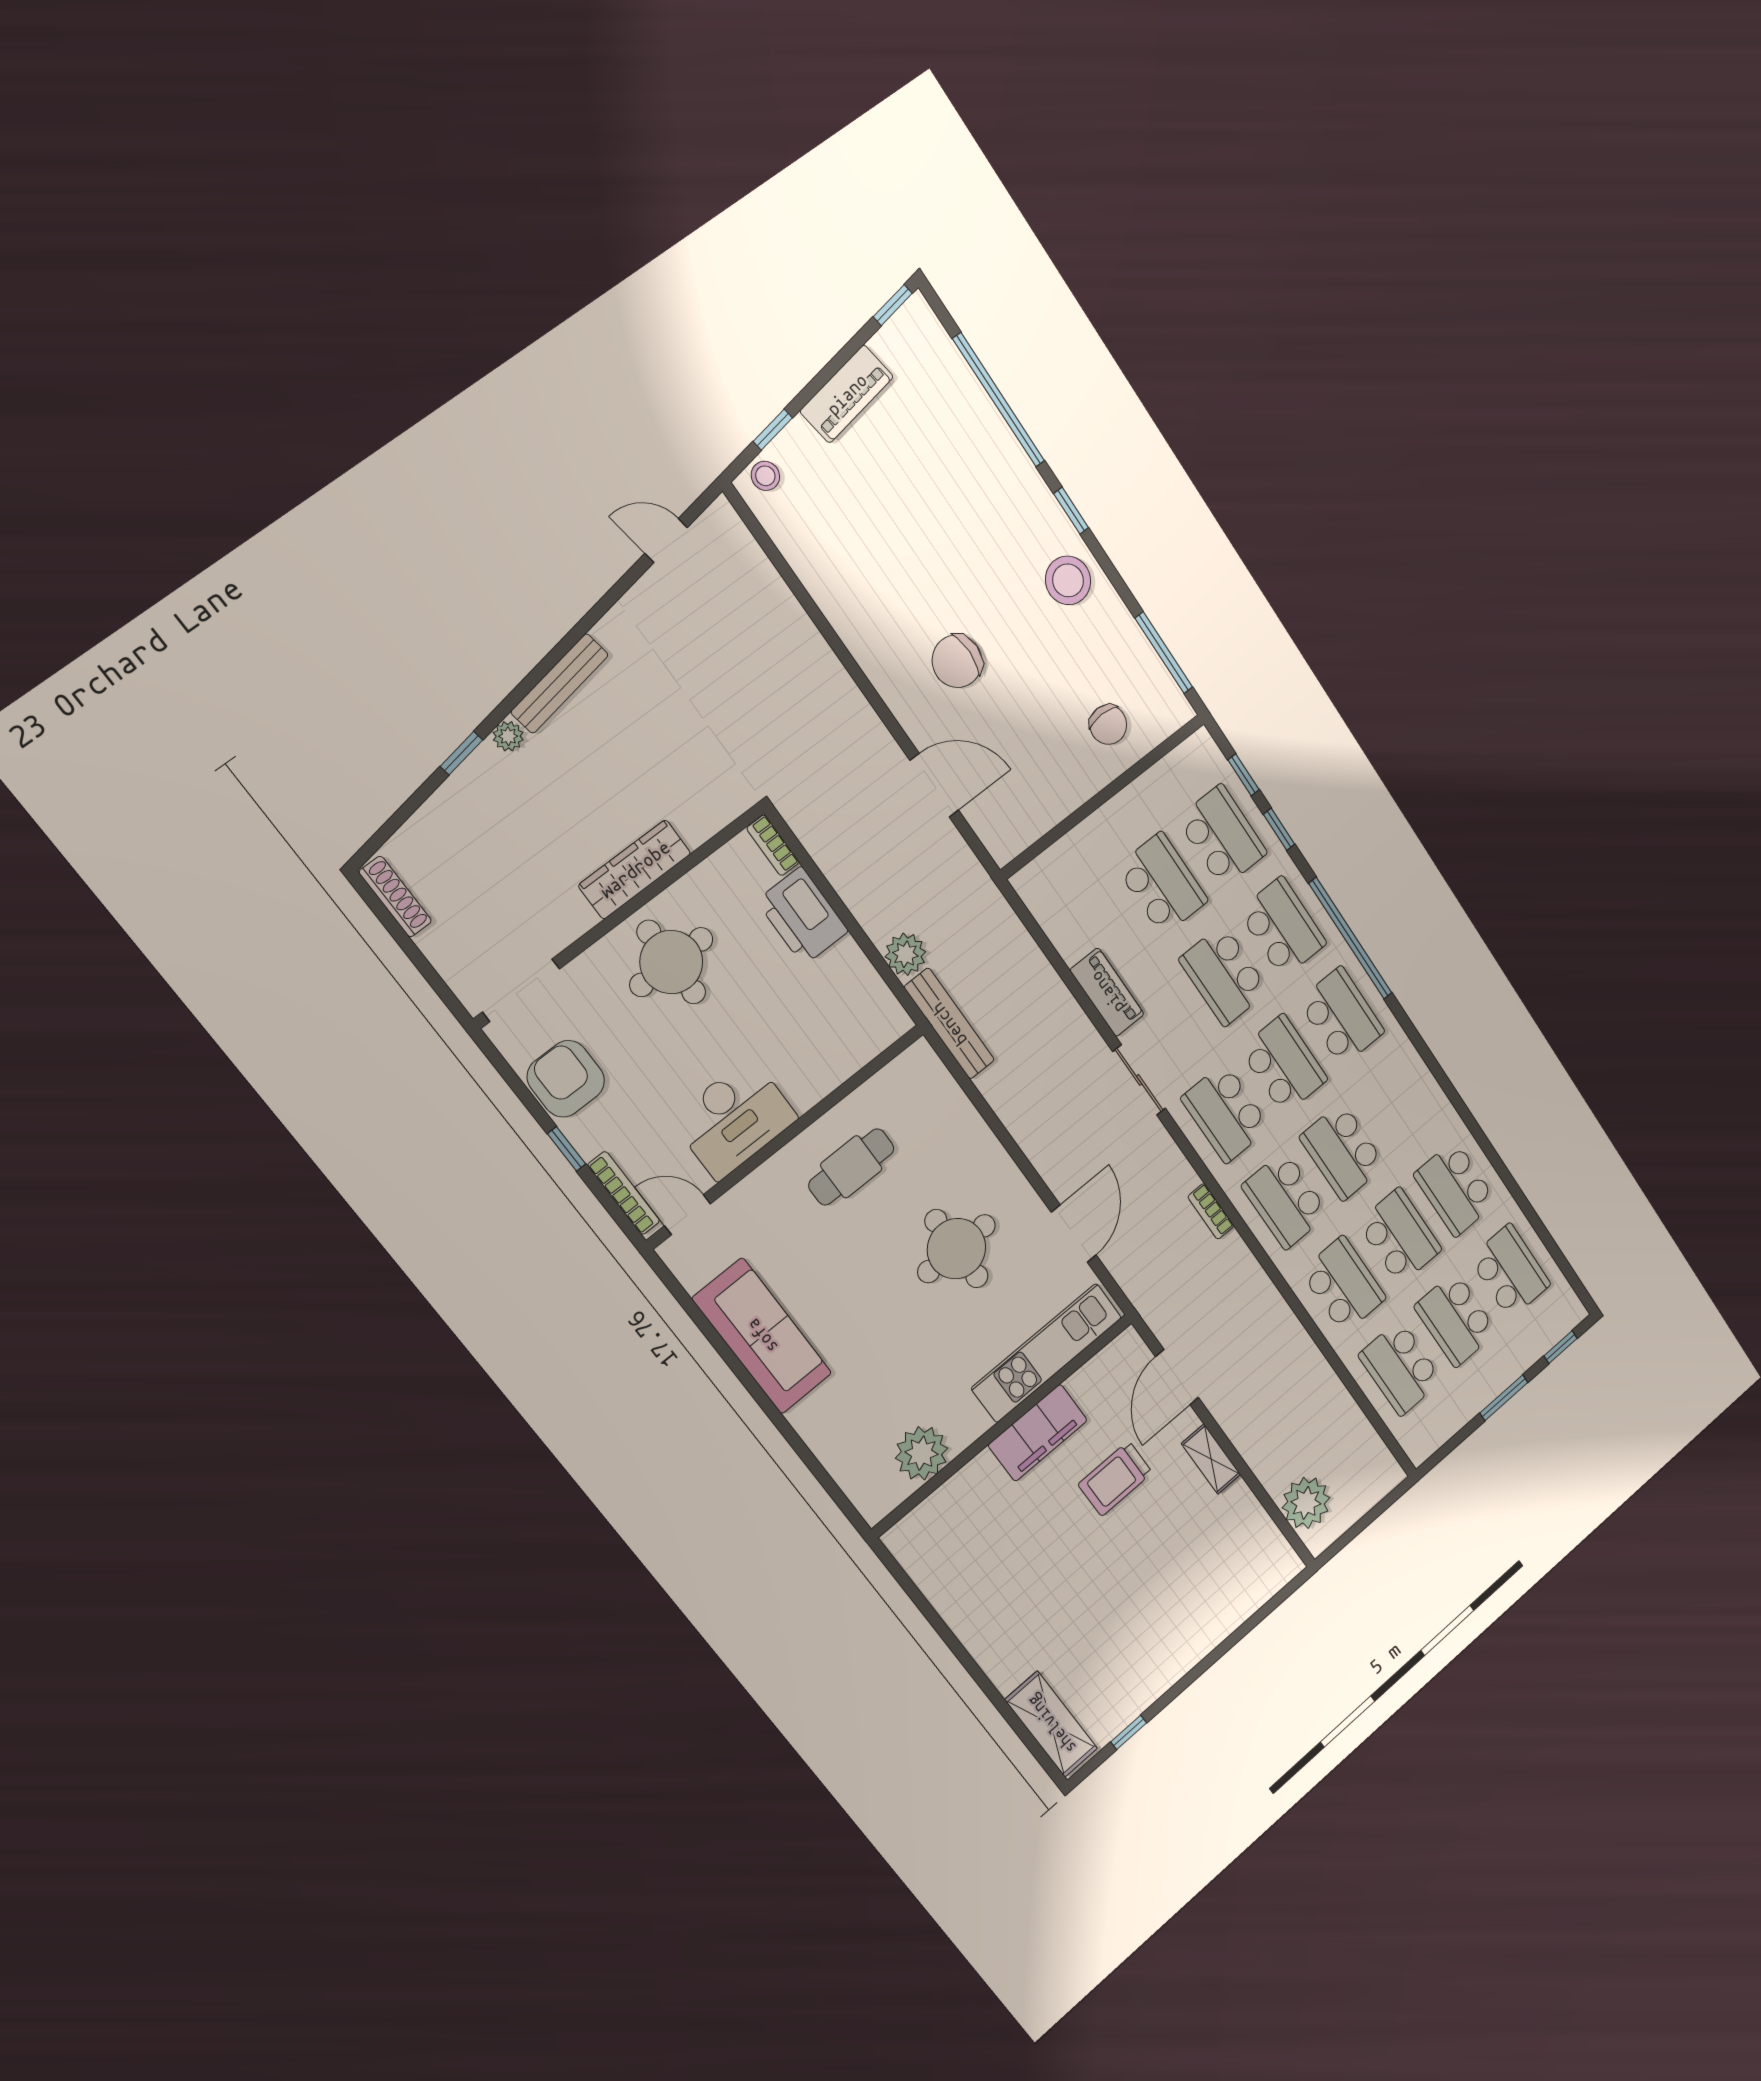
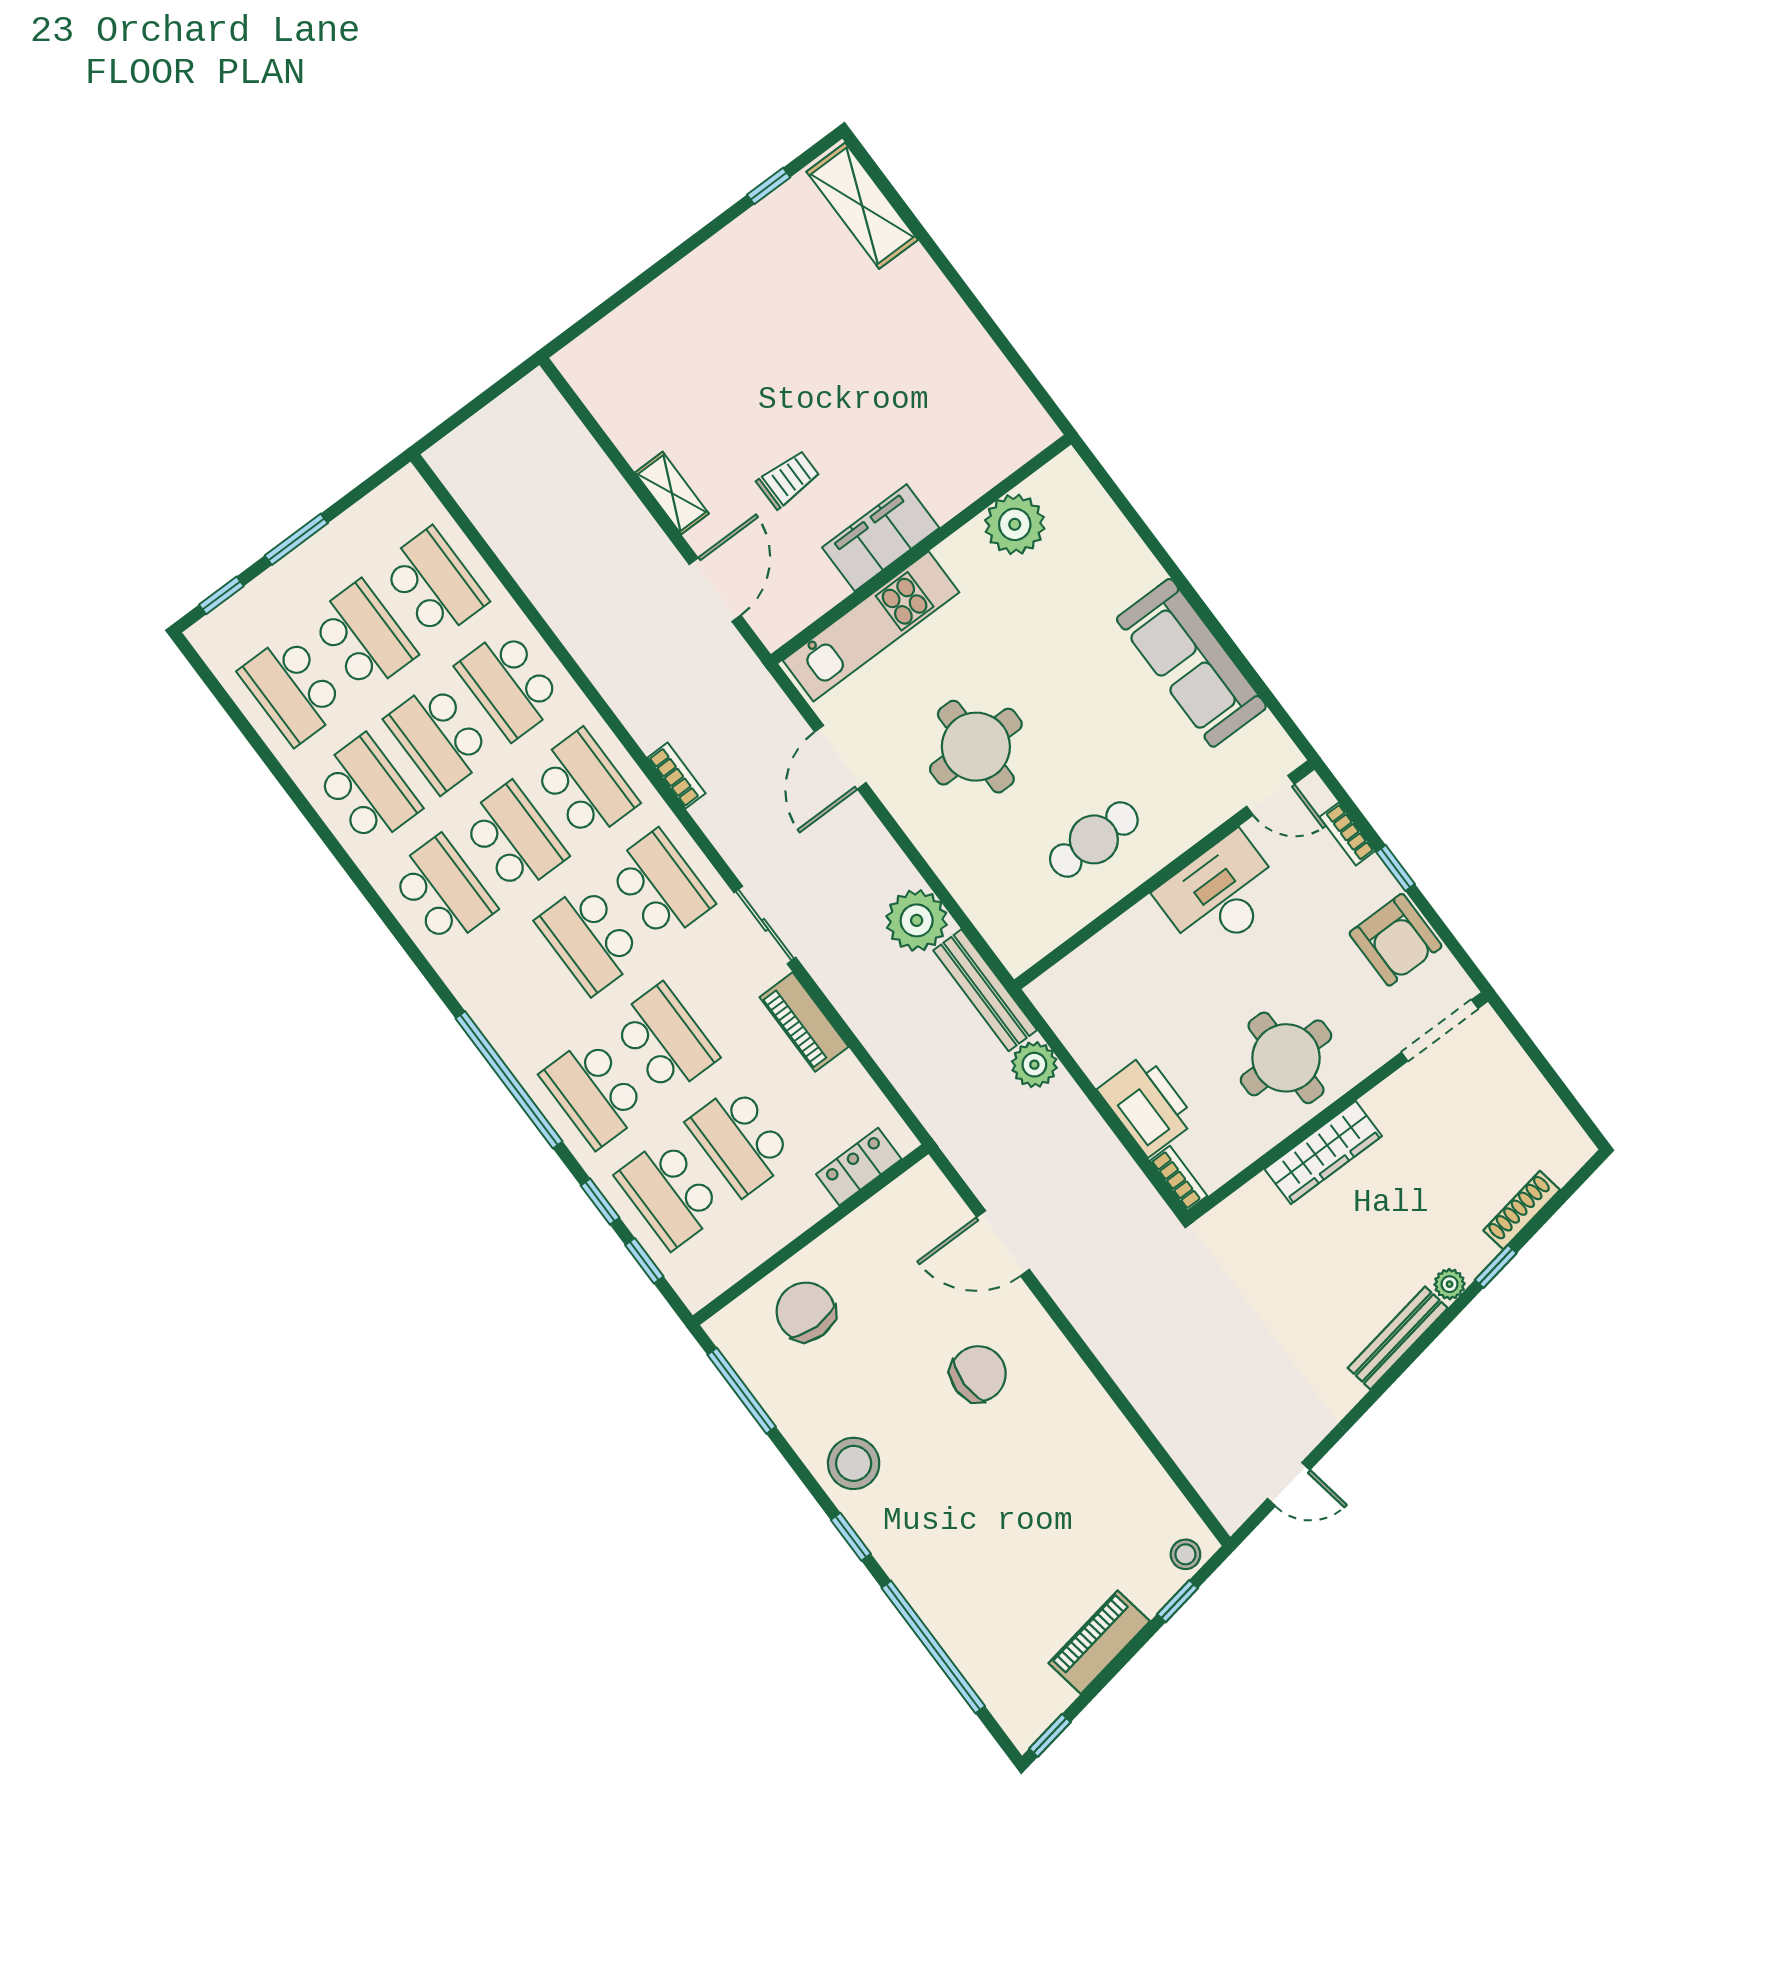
chair: (1108, 725) -> (806, 1312), width x1.37, depth x1.37
locker: (1061, 859) -> (859, 1167), added
shoe rack: (395, 897) -> (1522, 1210), moved, turned 80
school desk: (1341, 1016) -> (443, 891), moved, turned 180
bookcase: (624, 1193) -> (1347, 834), width x0.64
trolley: (1115, 1478) -> (788, 479), width x0.73, depth x0.72
plant: (1306, 1503) -> (917, 920), moved

